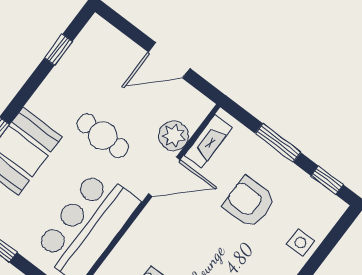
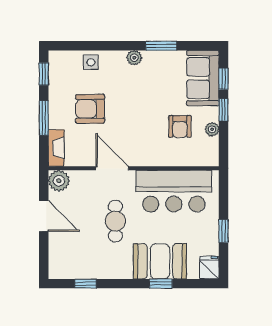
plant: (174, 136) -> (59, 181), moved
fireplace: (208, 141) -> (56, 148), moved, turned 90
armchair: (249, 202) -> (90, 109), turned 90

